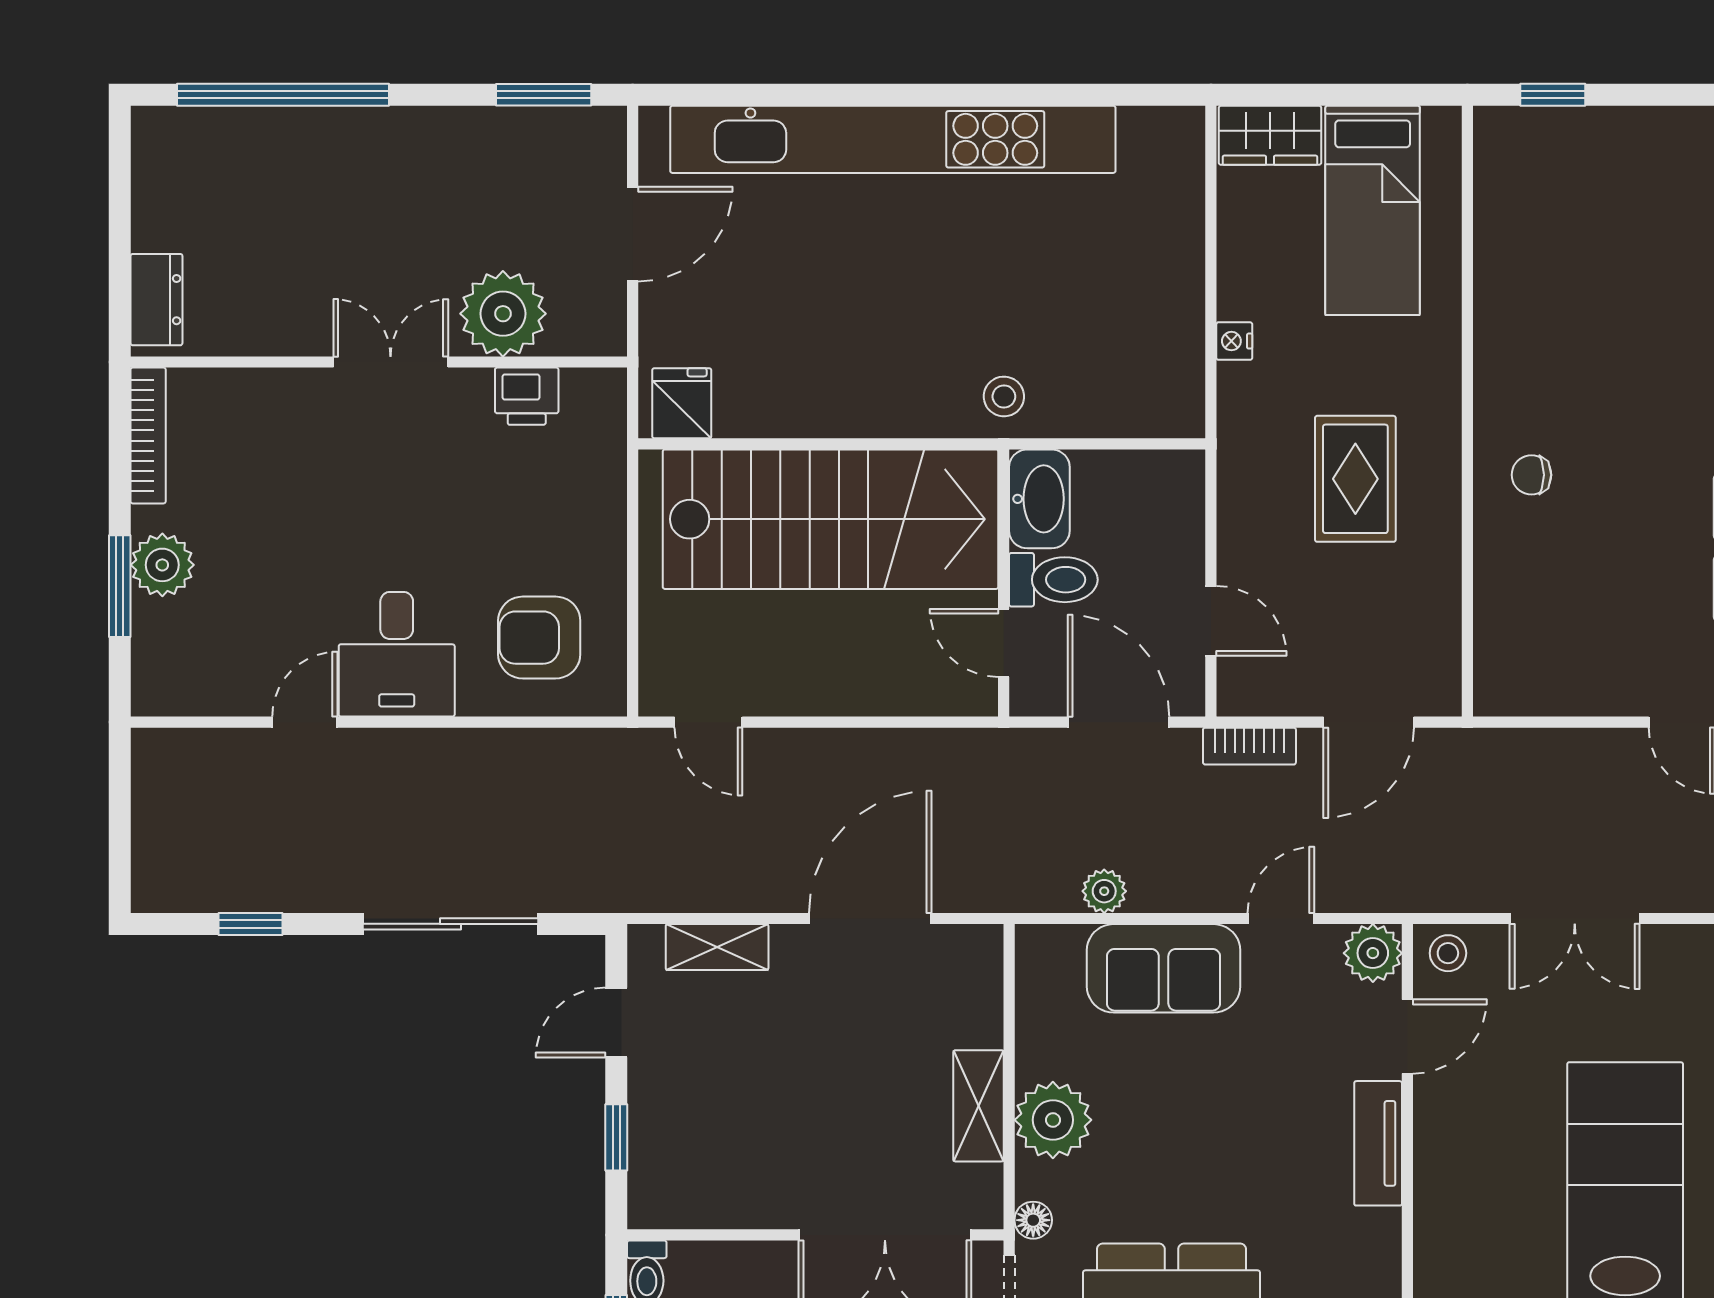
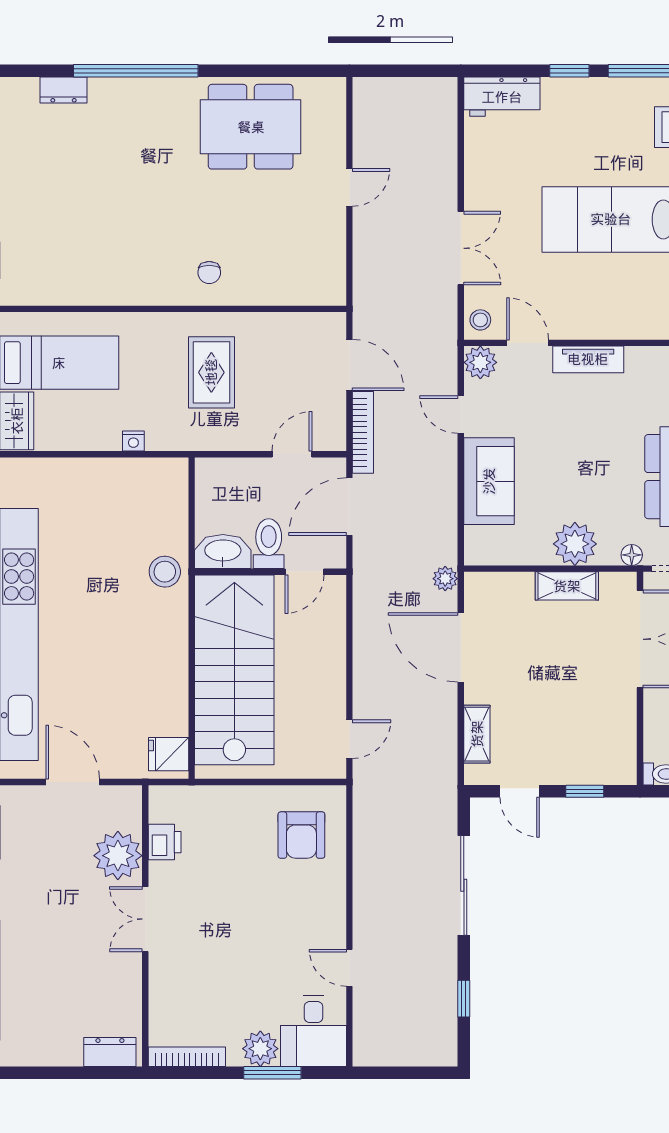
stool: (1004, 396) -> (165, 572), width x1.37, depth x1.37
rug: (1355, 479) -> (211, 372), turned 90
desk: (397, 654) -> (313, 1031), moved, turned 90
bookcase: (1249, 746) -> (363, 432), width x1.56
plant: (1104, 891) -> (445, 579), moved

